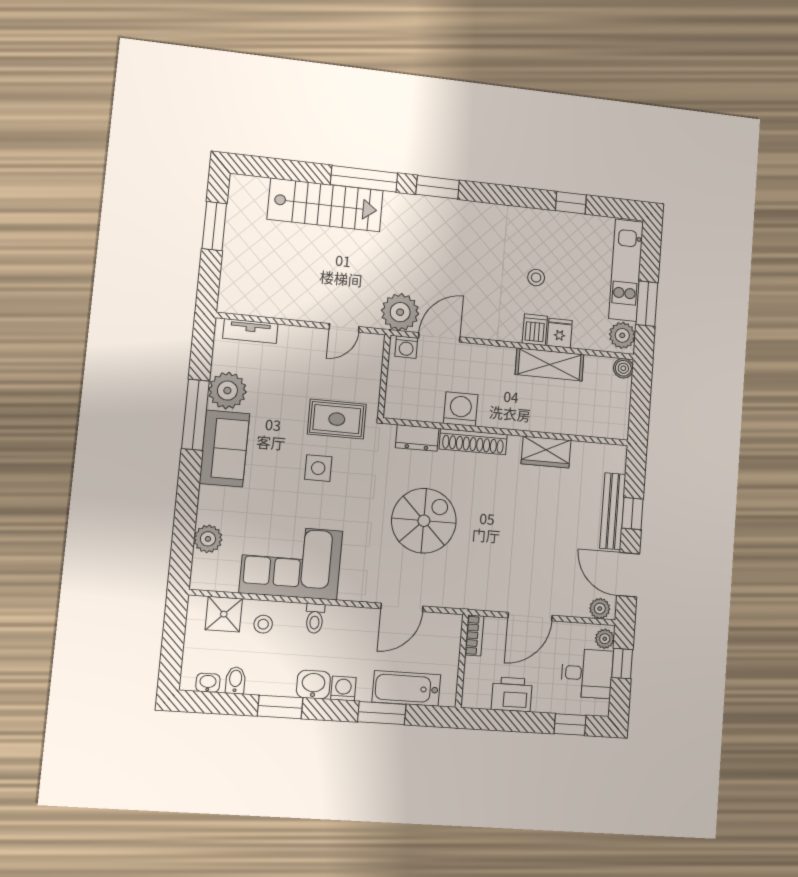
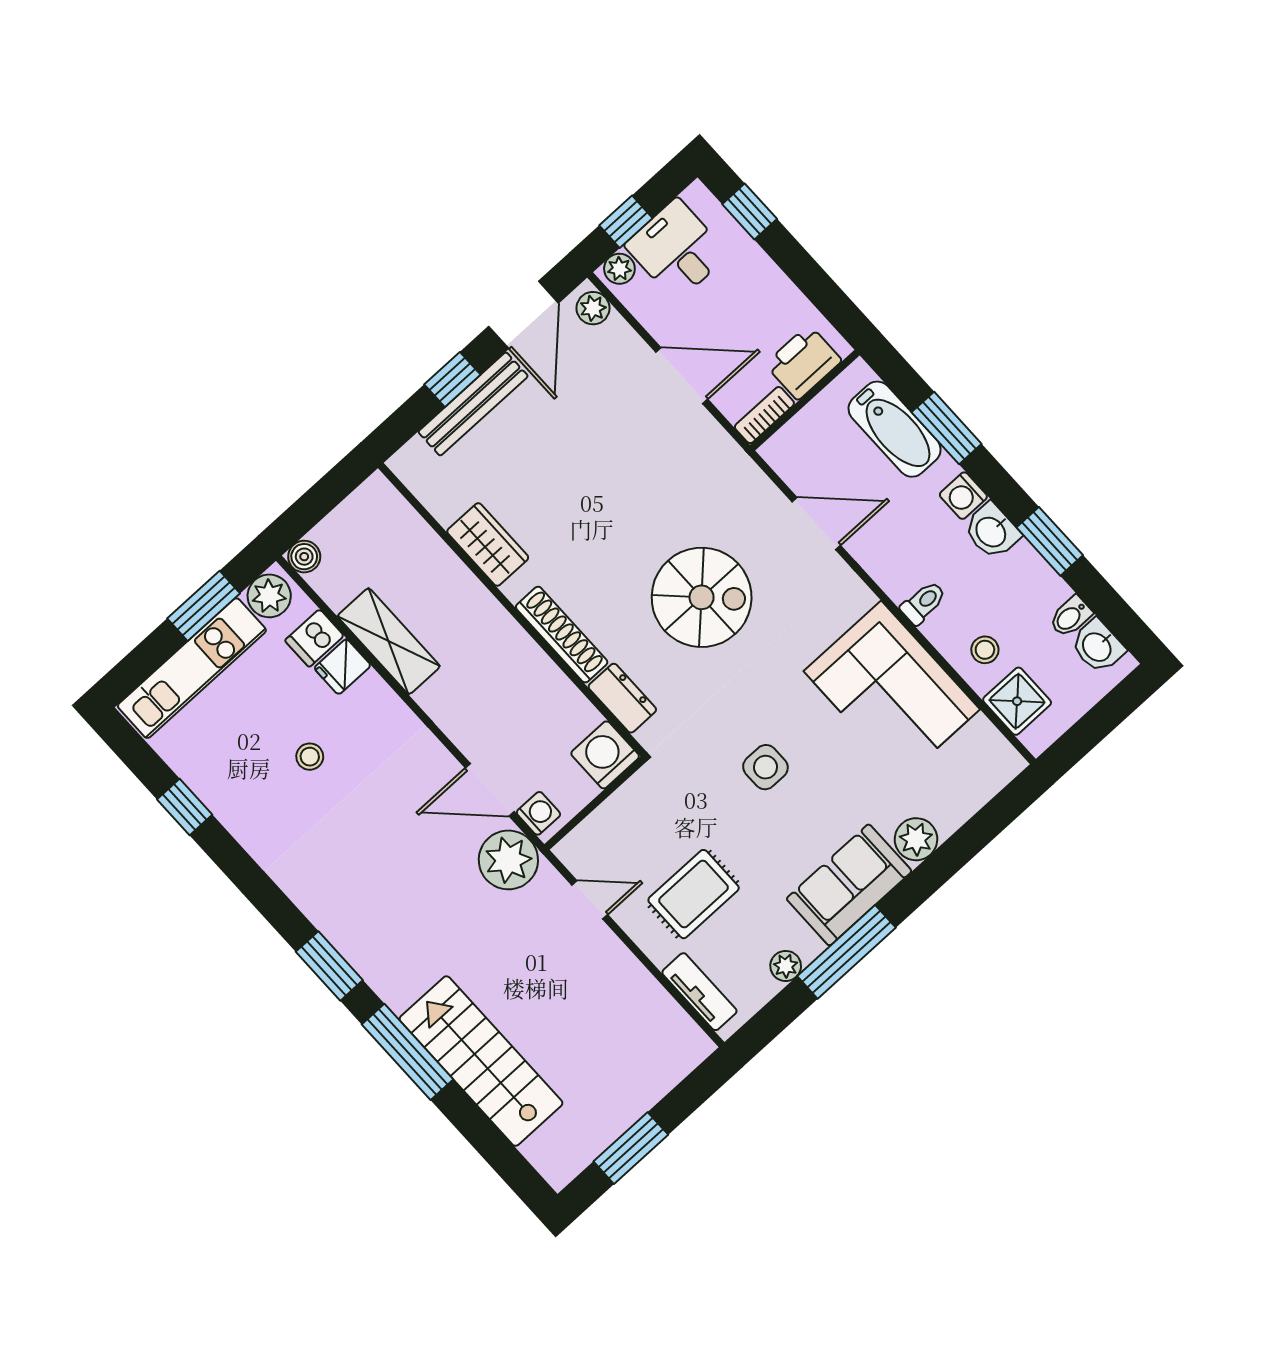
dishwasher: (535, 330) -> (314, 638), moved
plant: (227, 391) -> (786, 966), width x0.53, depth x0.53
washing machine: (461, 409) -> (605, 755), moved, turned 90
rug: (337, 419) -> (694, 894), moved, turned 90
spiral stairs: (424, 521) -> (702, 597), turned 180
plant: (208, 539) -> (916, 839), moved
washbasin: (208, 683) -> (1098, 646), width x1.38, depth x1.45
printer: (512, 694) -> (803, 362), moved, turned 90

